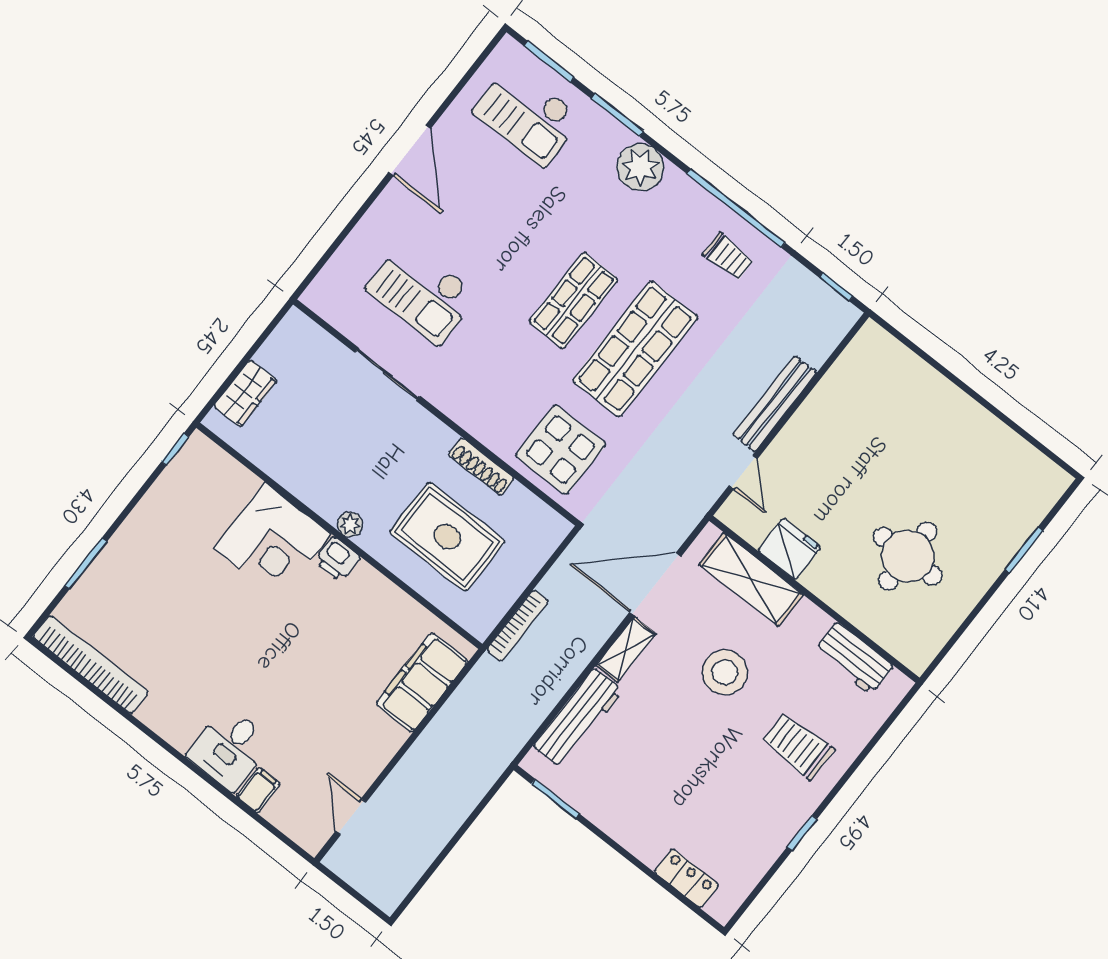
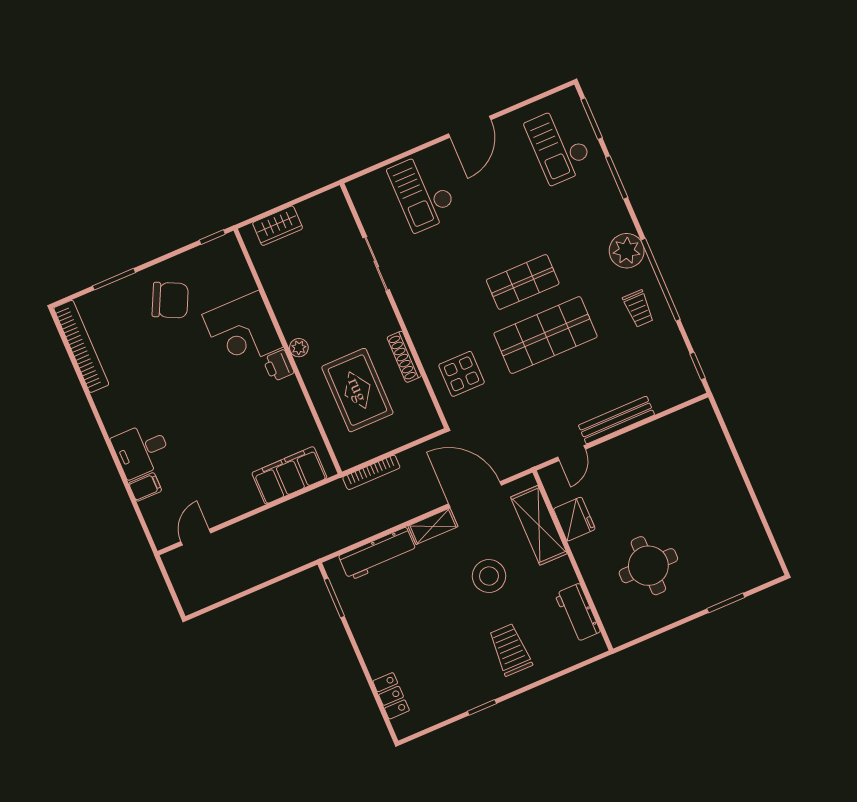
plant: (640, 167) -> (627, 251), moved
checkout: (422, 292) -> (422, 192), moved
display table: (561, 450) -> (462, 374), width x0.73, depth x0.73
chair: (166, 552) -> (170, 300), added

